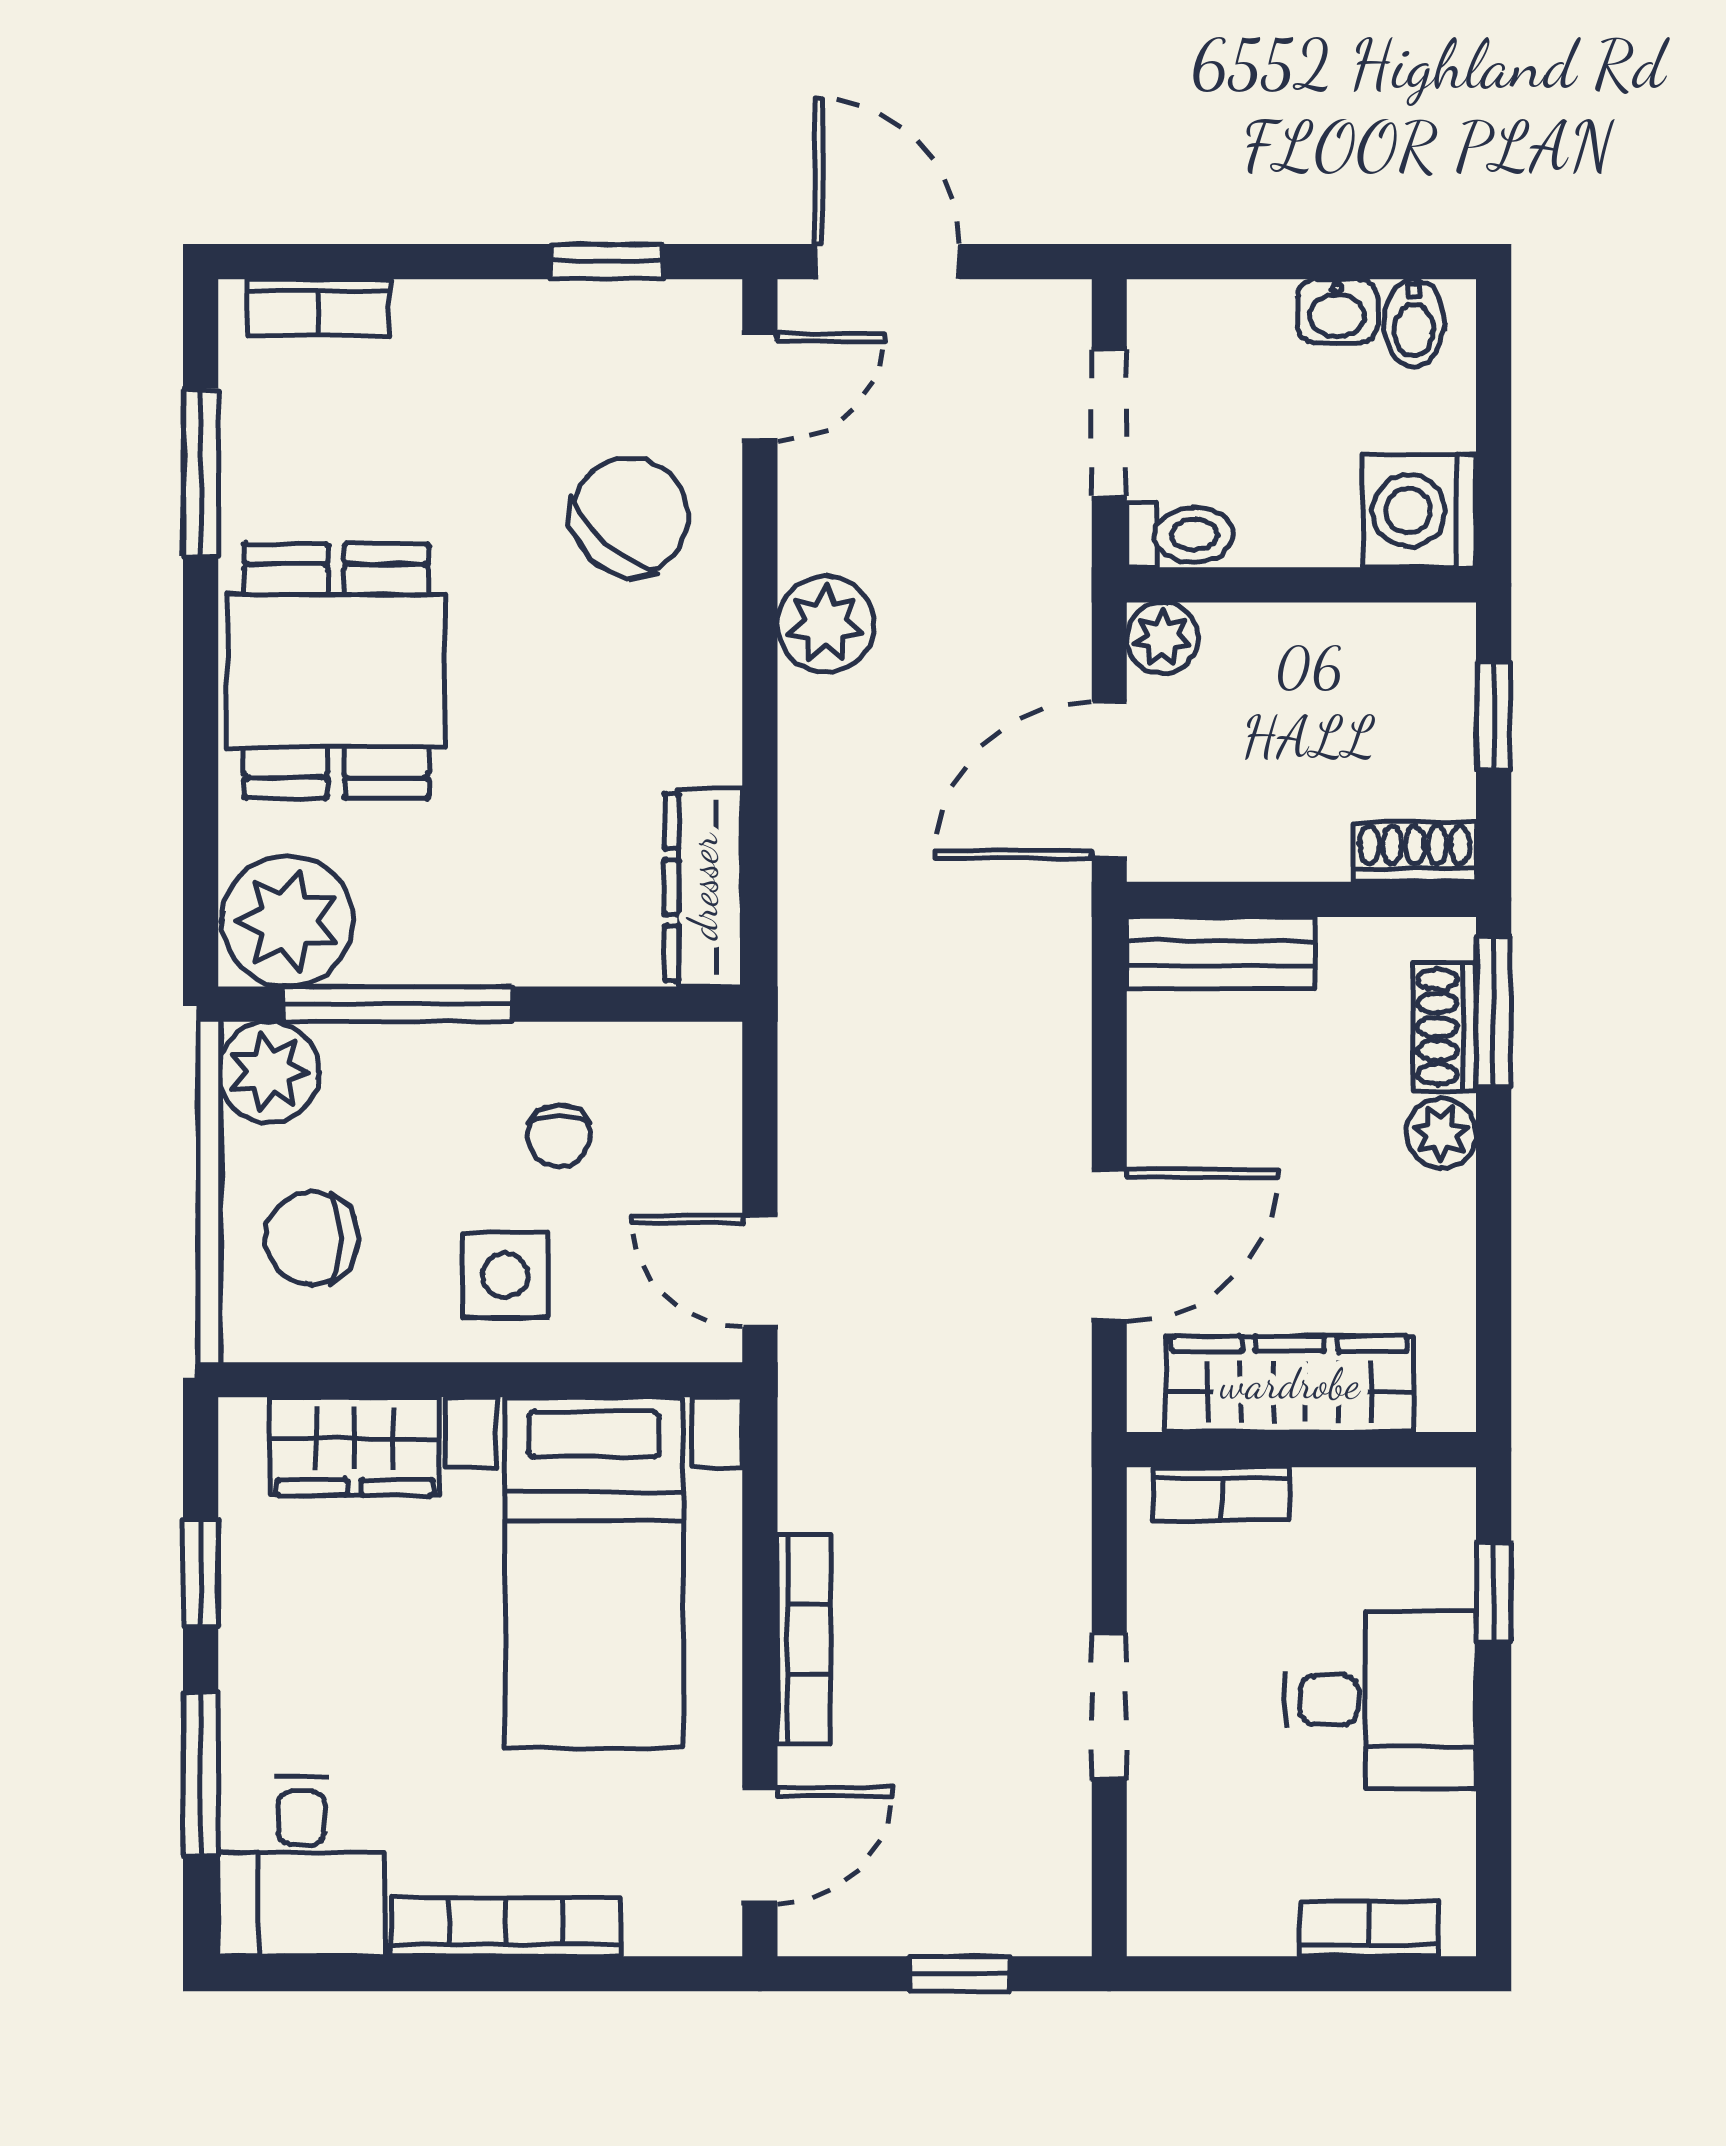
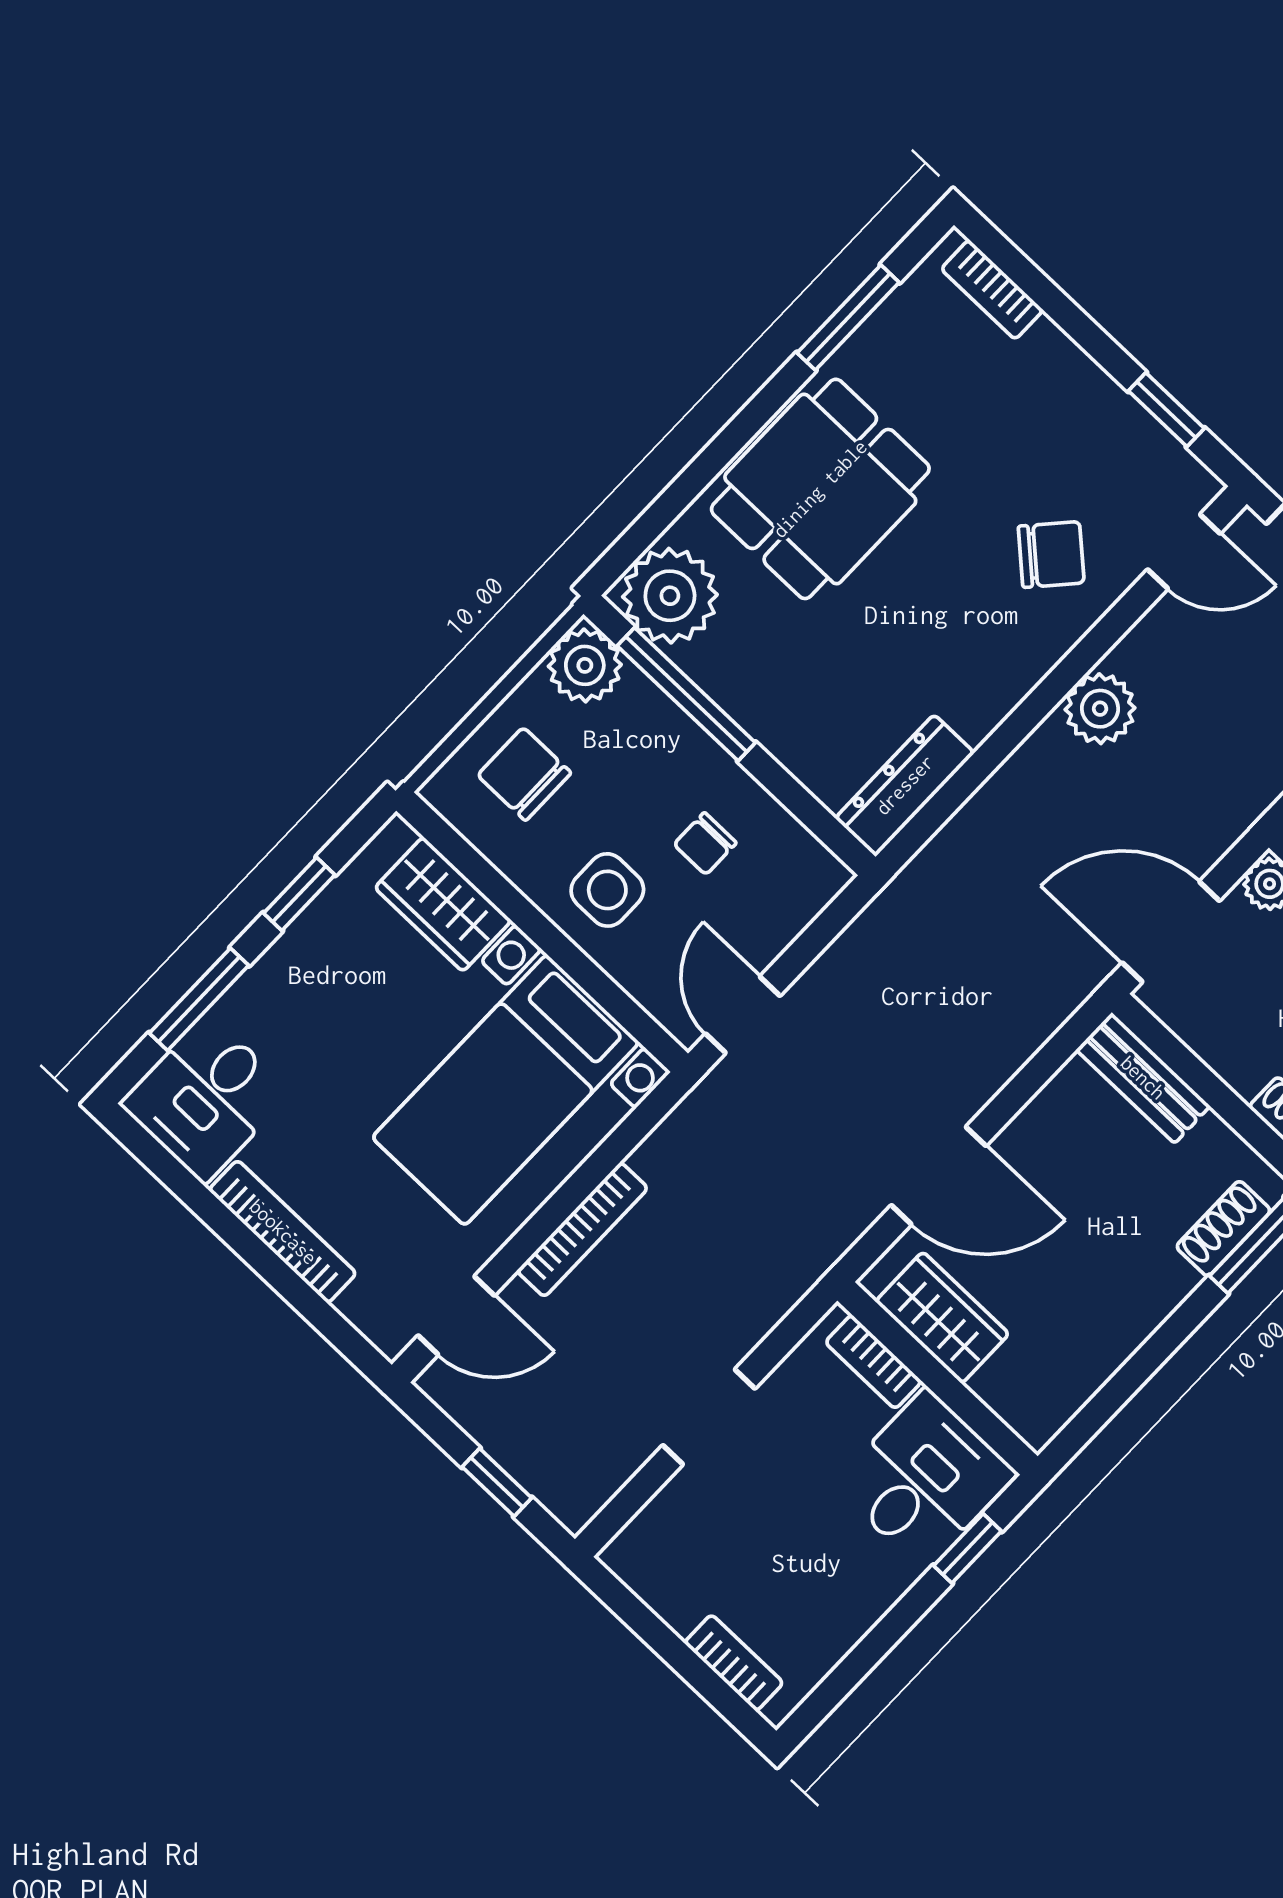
chair: (630, 516) -> (1051, 554), width x0.73, depth x0.73
plant: (1441, 1133) -> (1169, 1282), removed
wardrobe: (1290, 1384) -> (942, 1318), width x0.67
desk: (1381, 1700) -> (925, 1479), moved, turned -90

